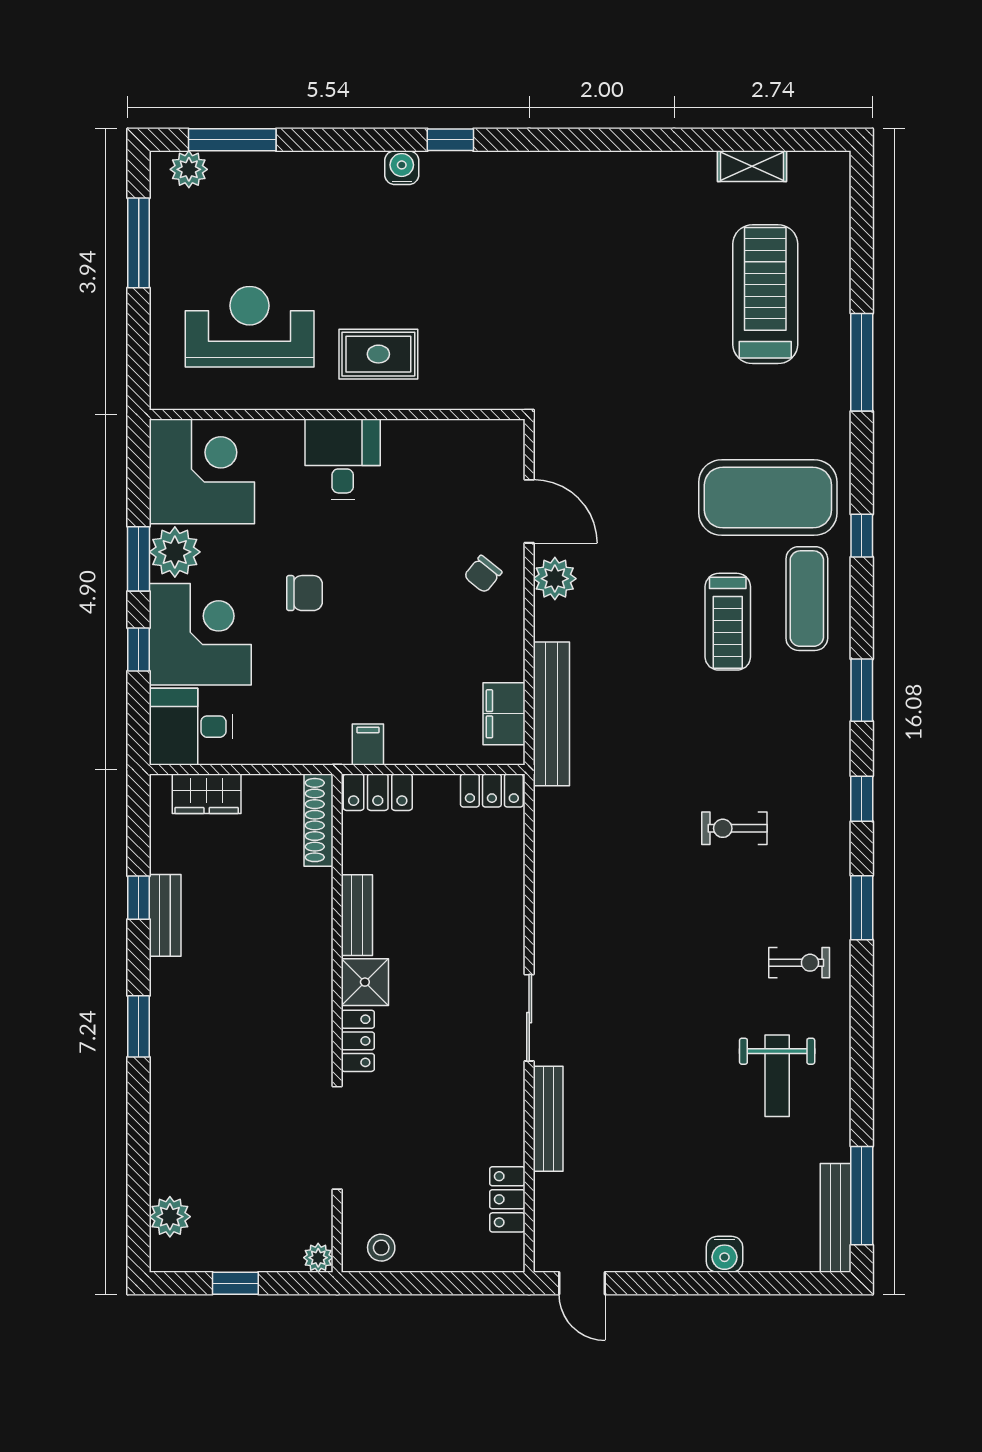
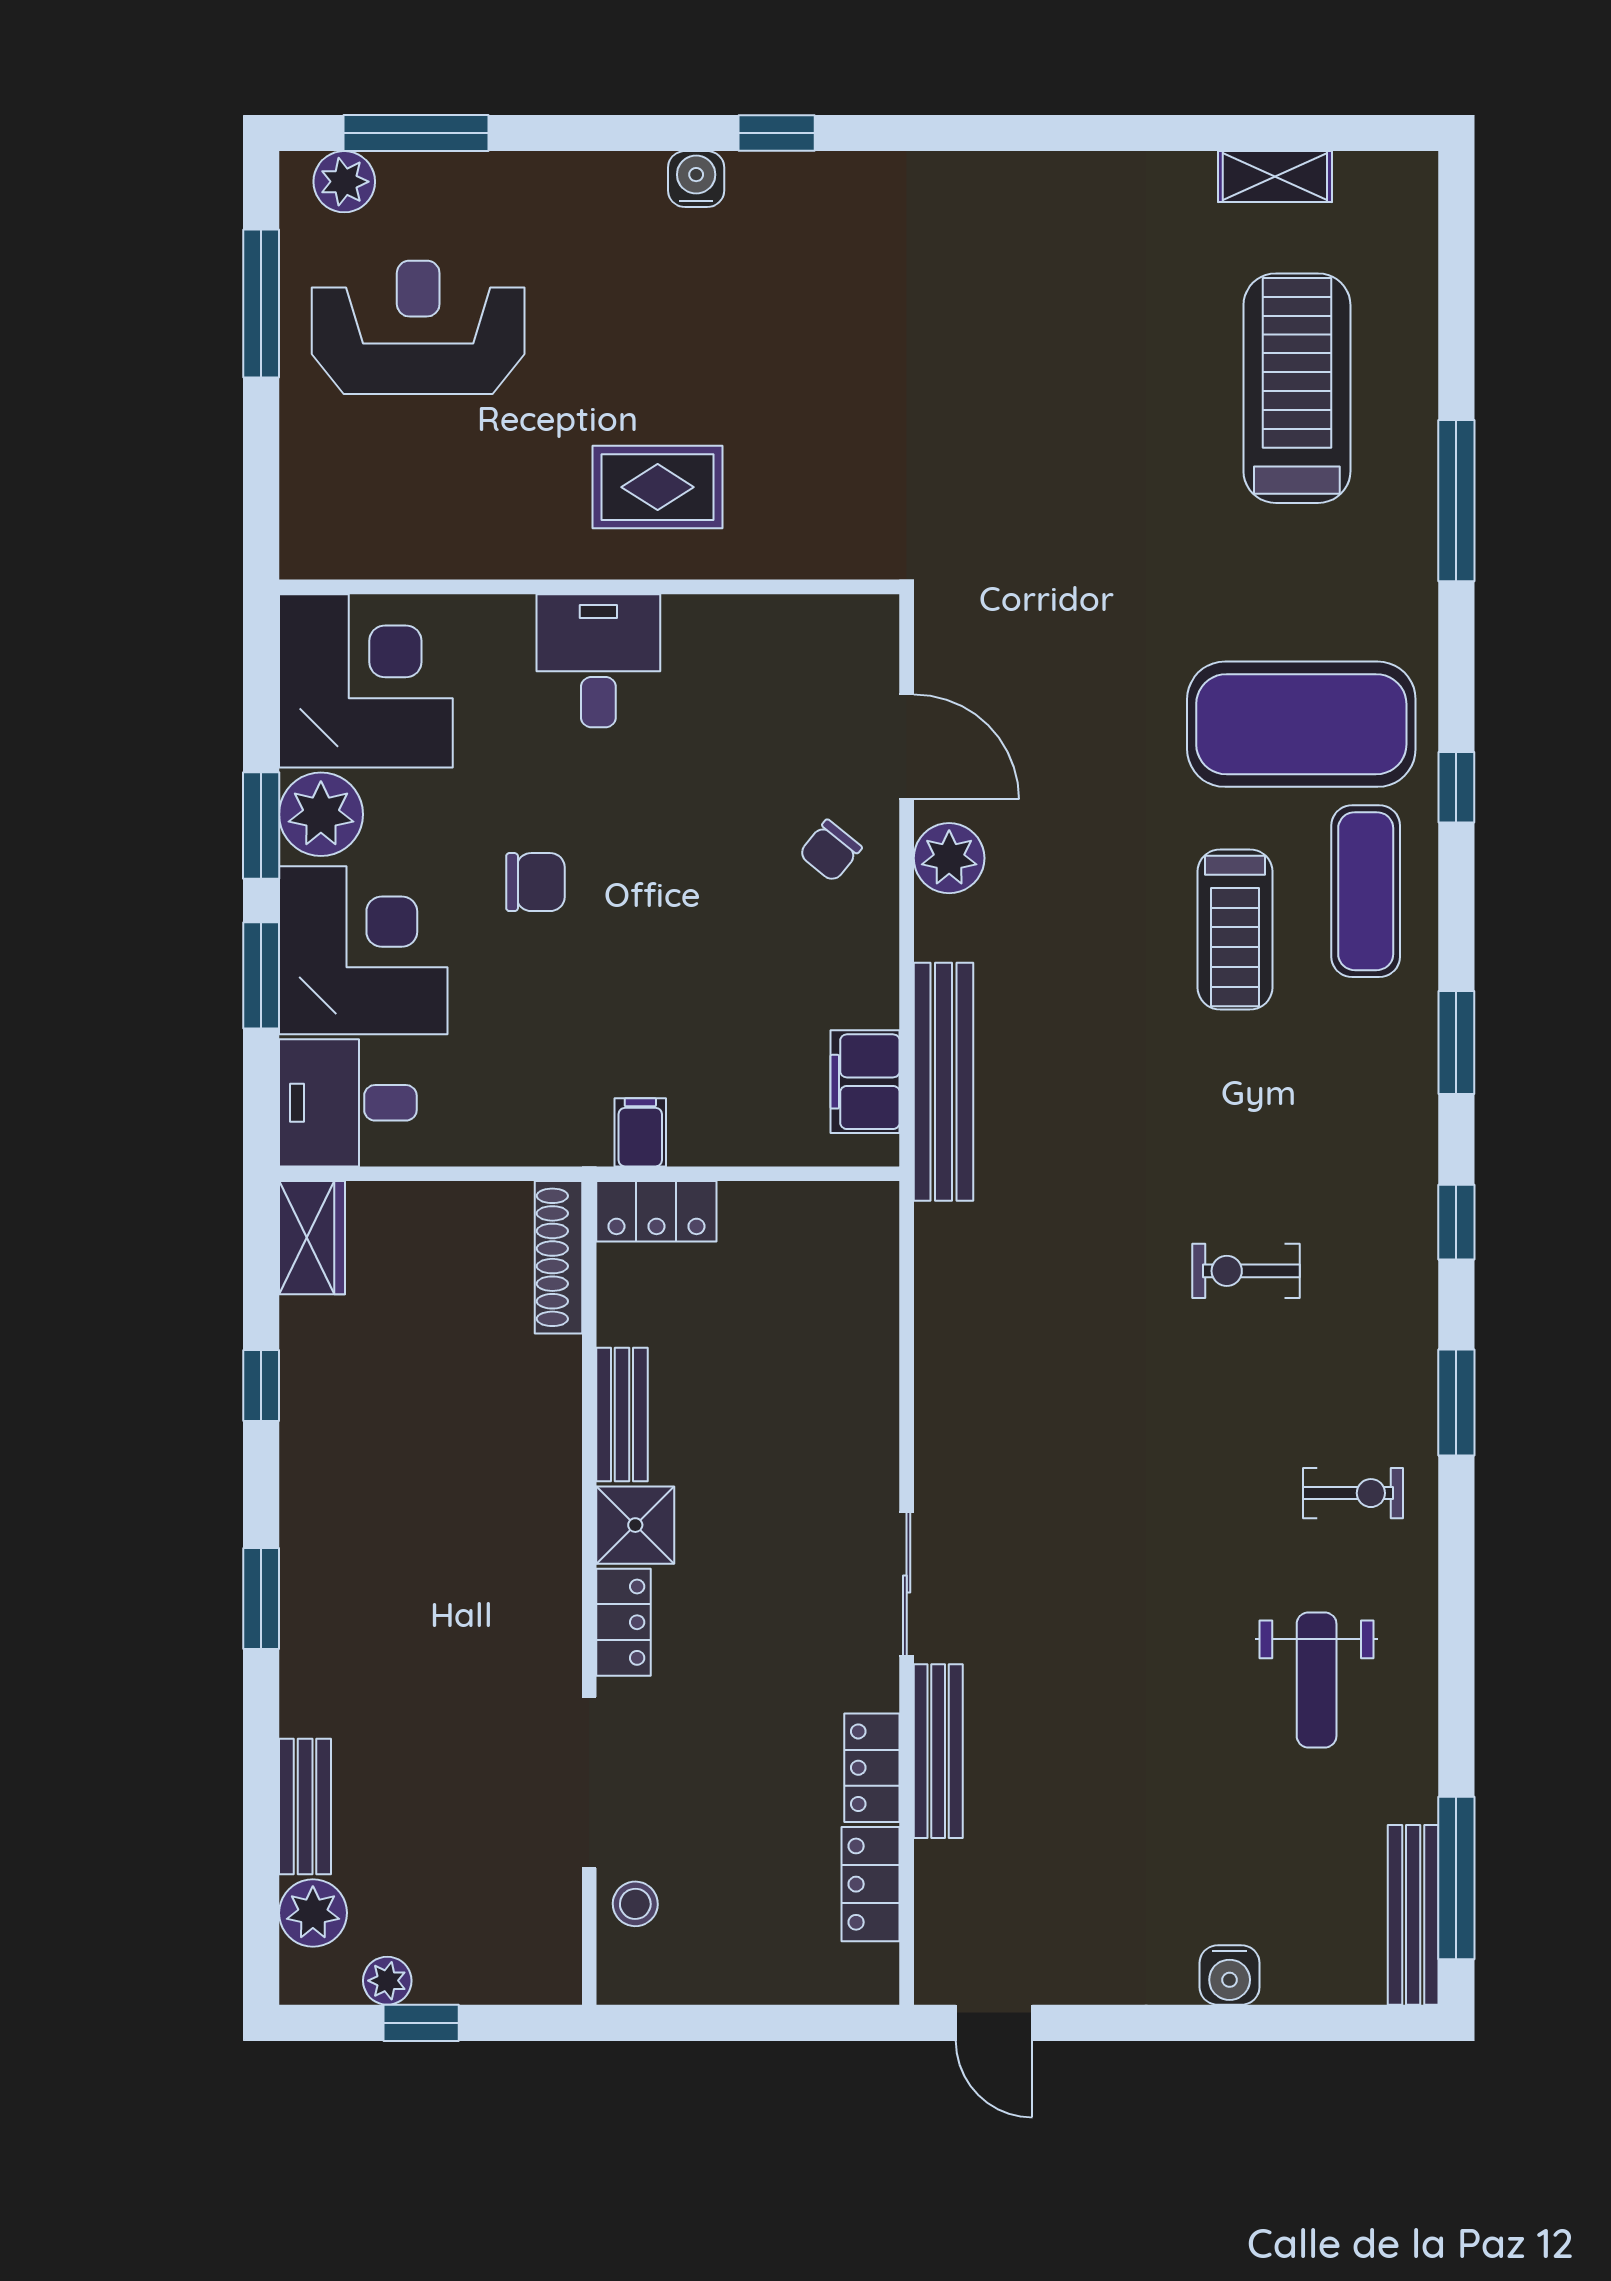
reception desk: (250, 327) -> (418, 327), moved
window: (139, 650) -> (261, 975), width x1.50
locker: (492, 790) -> (872, 1768), moved, turned 90
wardrobe: (207, 794) -> (312, 1238), moved, turned -90
bench: (165, 915) -> (305, 1806), moved
stool: (381, 1248) -> (635, 1904), moved
plant: (318, 1258) -> (387, 1981), moved

